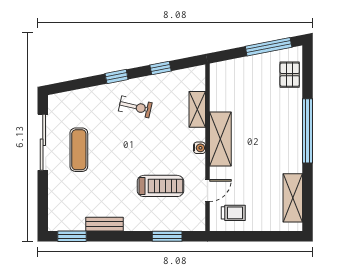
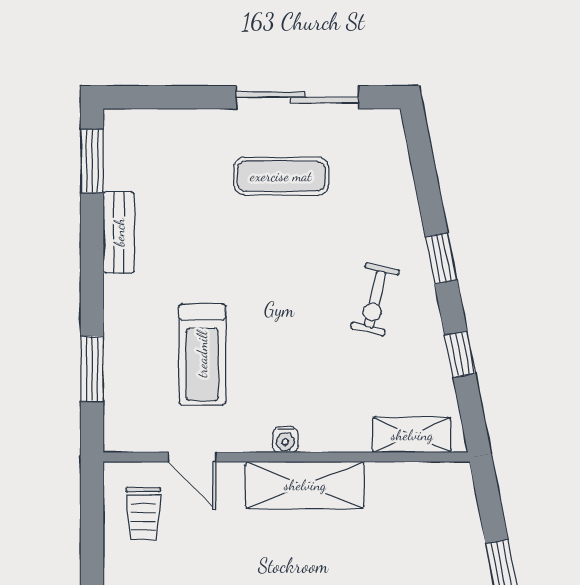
shelving: (197, 109) -> (412, 435), moved

